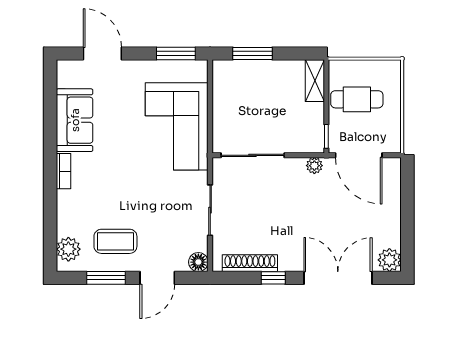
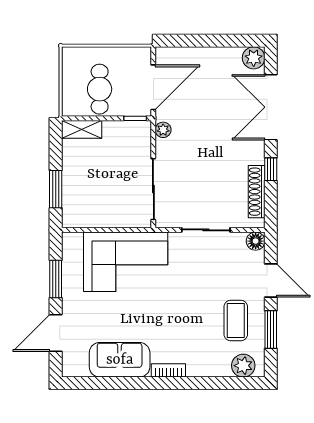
window: (176, 54) -> (56, 279), moved

